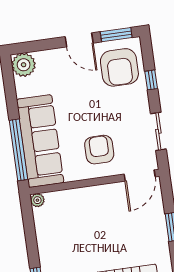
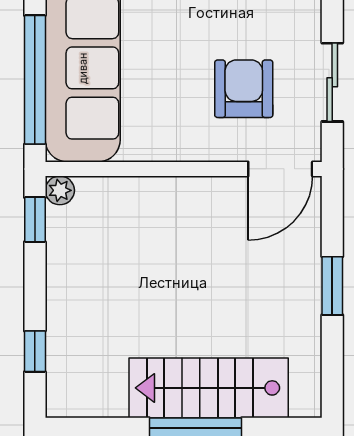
armchair: (99, 150) -> (244, 89), moved
window: (28, 216) -> (35, 220), added

